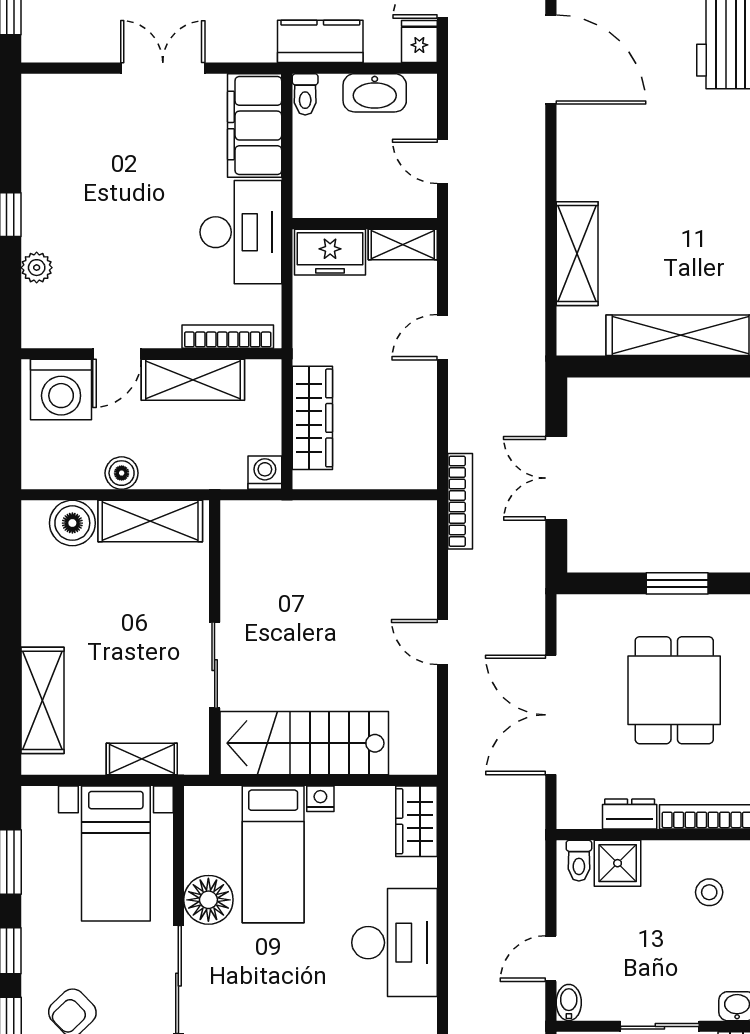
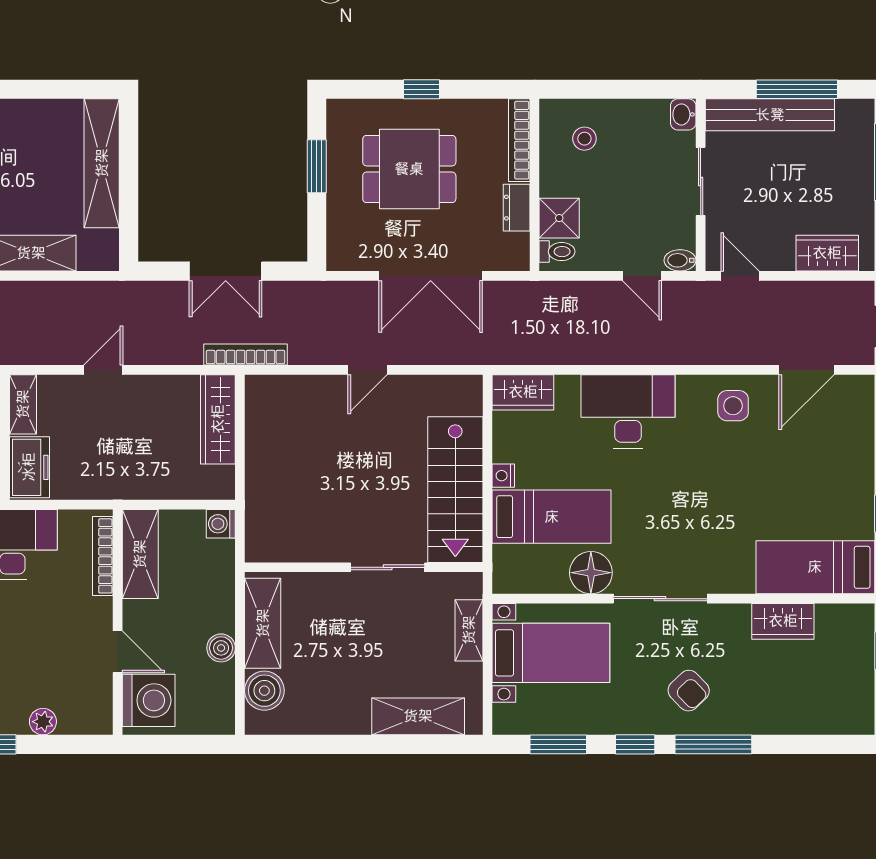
door: (442, 337) -> (103, 370), swing flipped
shelving: (193, 380) -> (140, 554), moved
wardrobe: (312, 418) -> (218, 419), moved, turned -90

